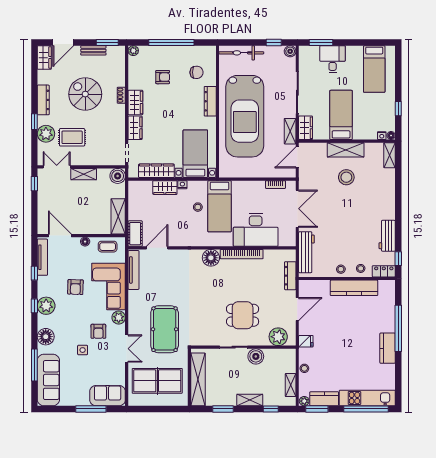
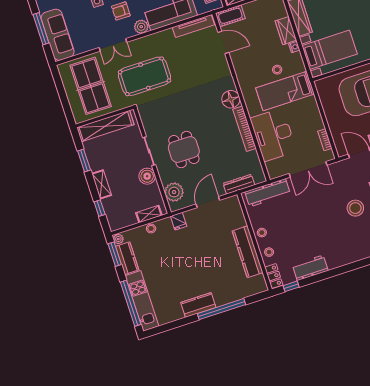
door: (297, 309) -> (208, 202), swing flipped
shelving: (291, 385) -> (149, 214), moved
sofa: (108, 396) -> (58, 35), width x1.36

